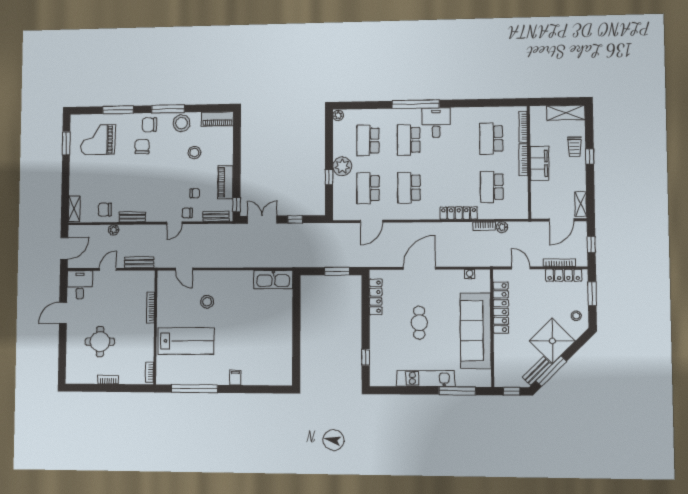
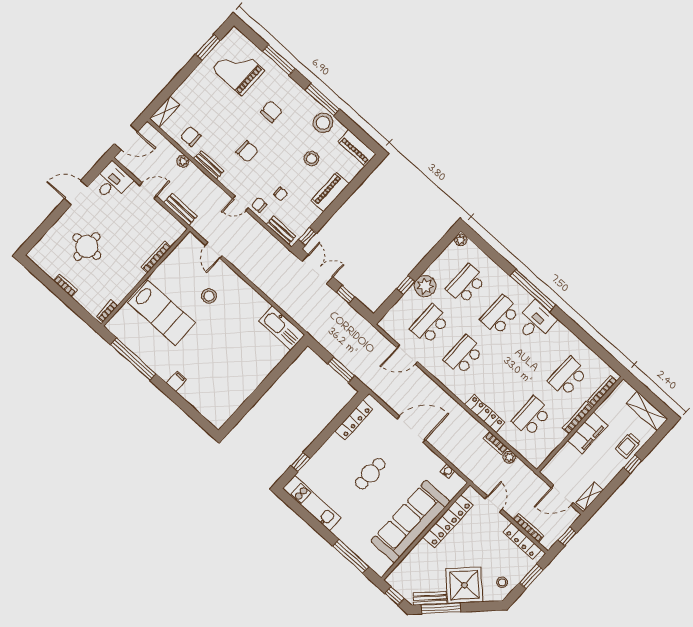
chair: (149, 125) -> (247, 151), moved, turned 180
piano: (225, 182) -> (330, 192), moved
kitchen unit: (426, 378) -> (312, 503), moved

